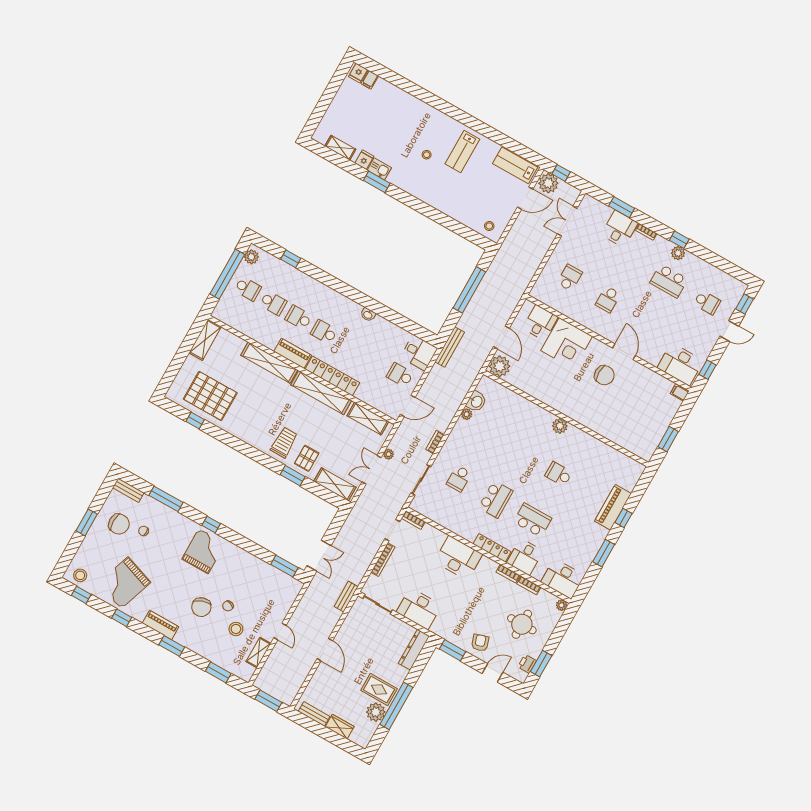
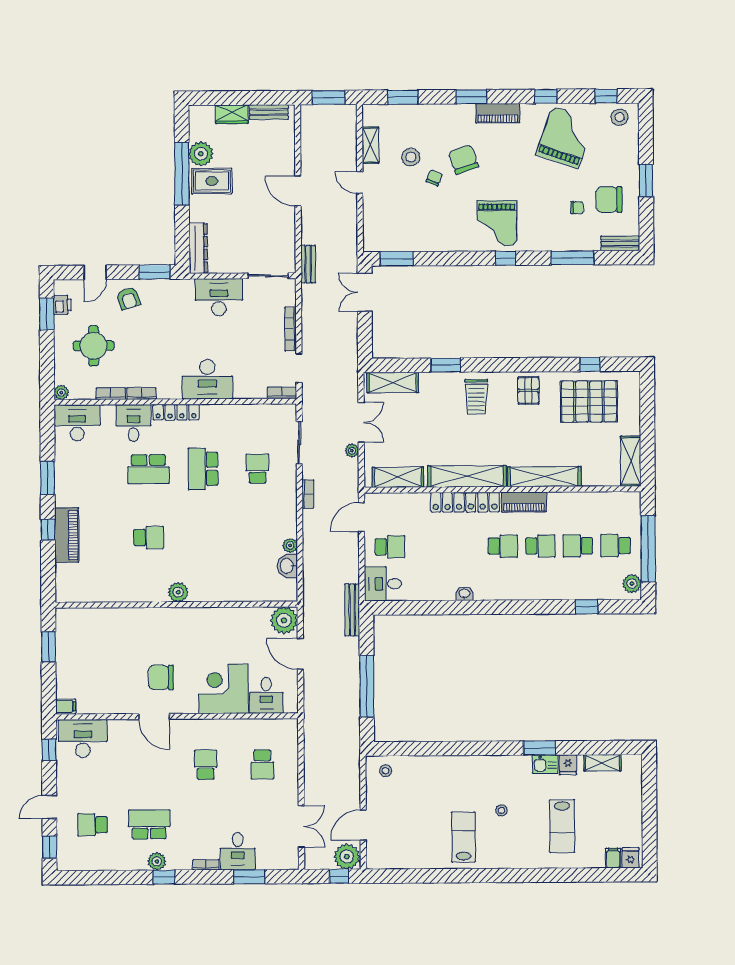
lab bench: (515, 165) -> (562, 826), moved, turned 90
pallet: (307, 458) -> (528, 390), moved

